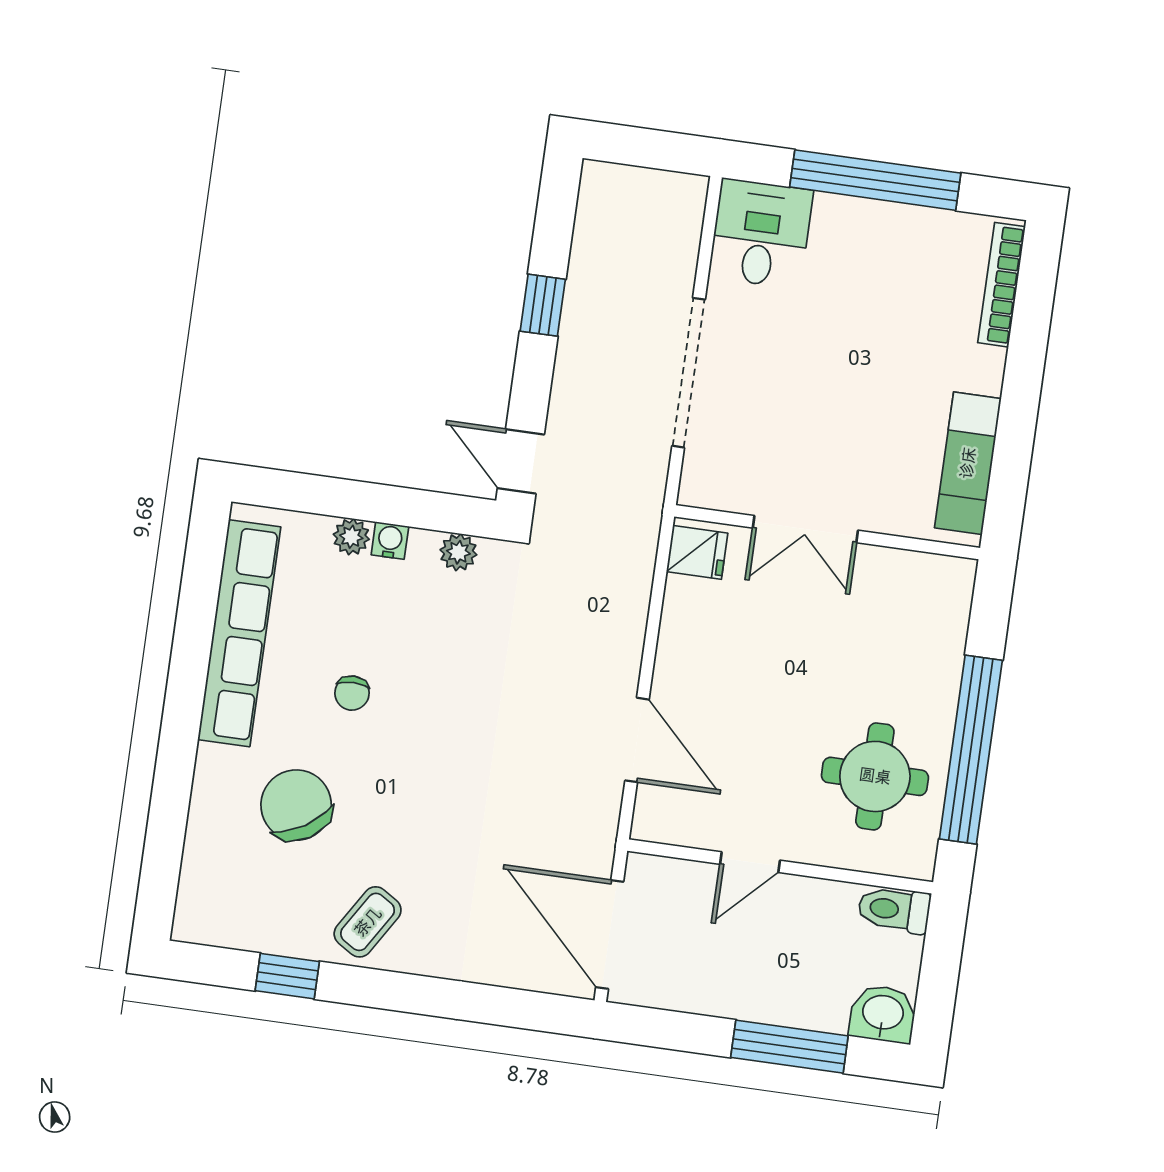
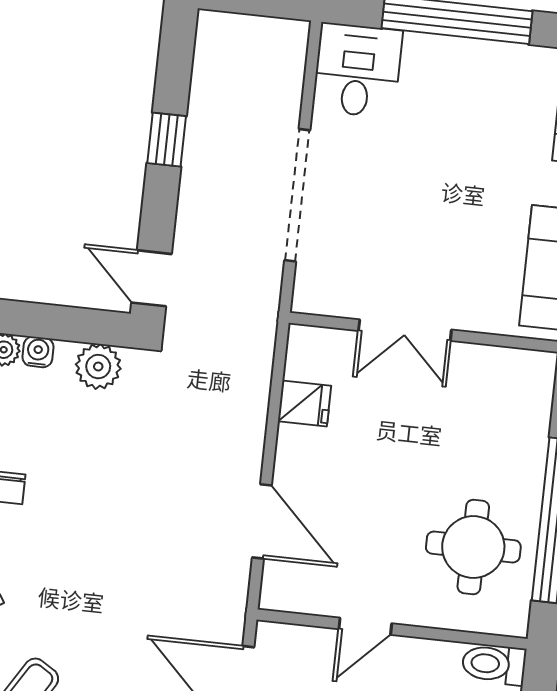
plant: (458, 552) -> (98, 367), width x1.38, depth x1.38
fridge: (697, 552) -> (305, 403), moved

